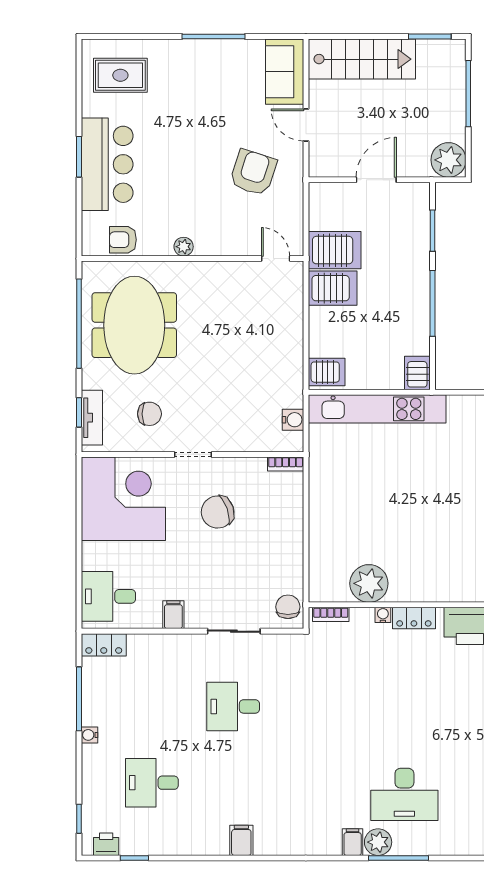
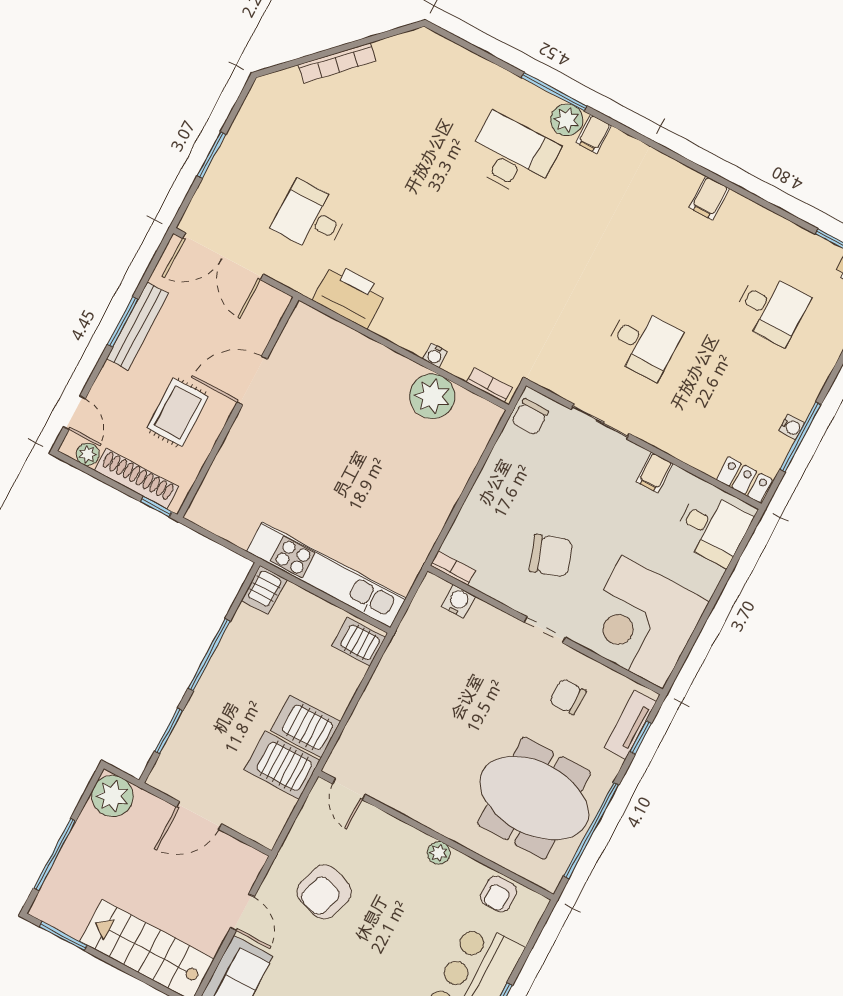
armchair: (123, 240) -> (498, 894), turned 90
meeting table: (134, 325) -> (534, 798), turned 90
water cooler: (293, 420) -> (458, 601), moved, turned 90
locker: (414, 618) -> (404, 335), removed
water cooler: (90, 735) -> (792, 427), moved

